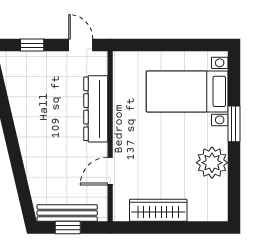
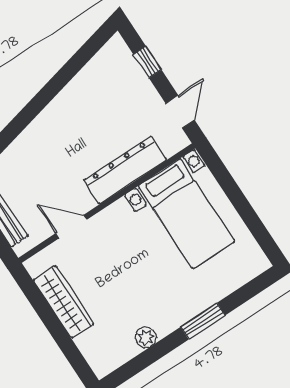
bed with nightstands: (187, 91) -> (187, 214), moved, turned 180
plant: (212, 163) -> (146, 337), width x0.53, depth x0.53

